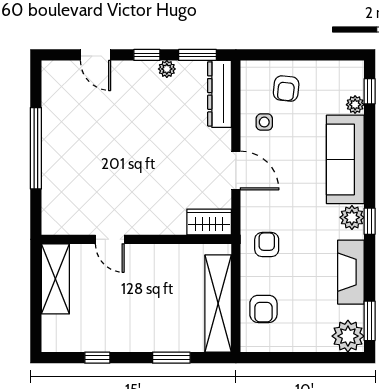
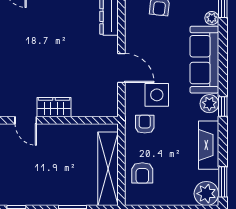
side table: (264, 122) -> (157, 95), moved, width x1.87, depth x1.87
wardrobe: (209, 222) -> (54, 107), moved

